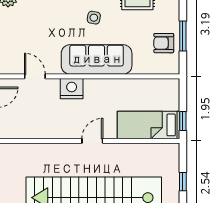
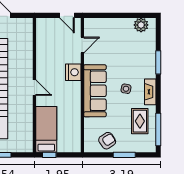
window: (183, 36) -> (124, 155), moved
armchair: (164, 43) -> (107, 141), turned 56

